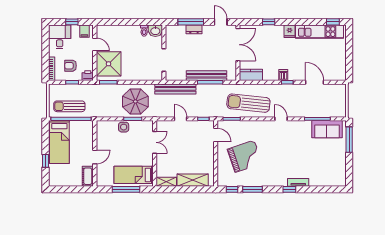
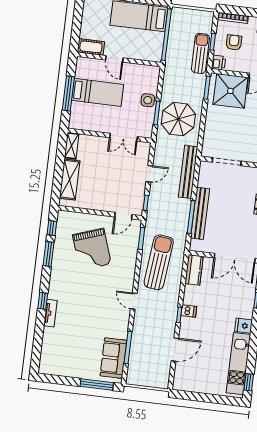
sun lounger: (69, 106) -> (200, 53), moved
door: (281, 119) -> (134, 301), swing flipped
bed: (134, 175) -> (97, 92), moved, turned 90

